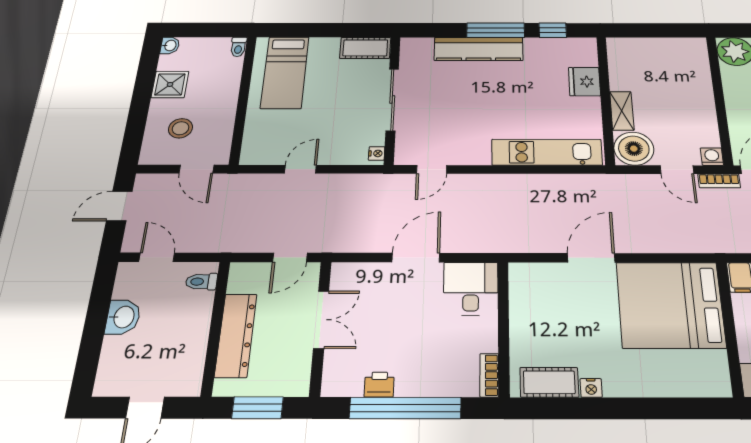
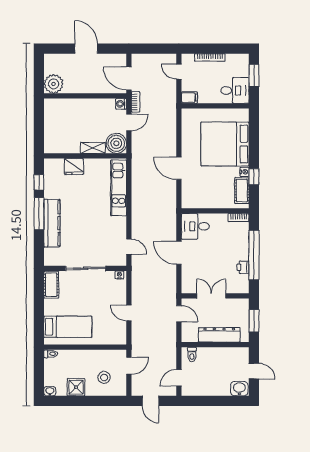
bed: (670, 305) -> (225, 144), moved, turned 90
washbasin: (123, 317) -> (239, 389), moved
window: (581, 408) -> (254, 177), added

